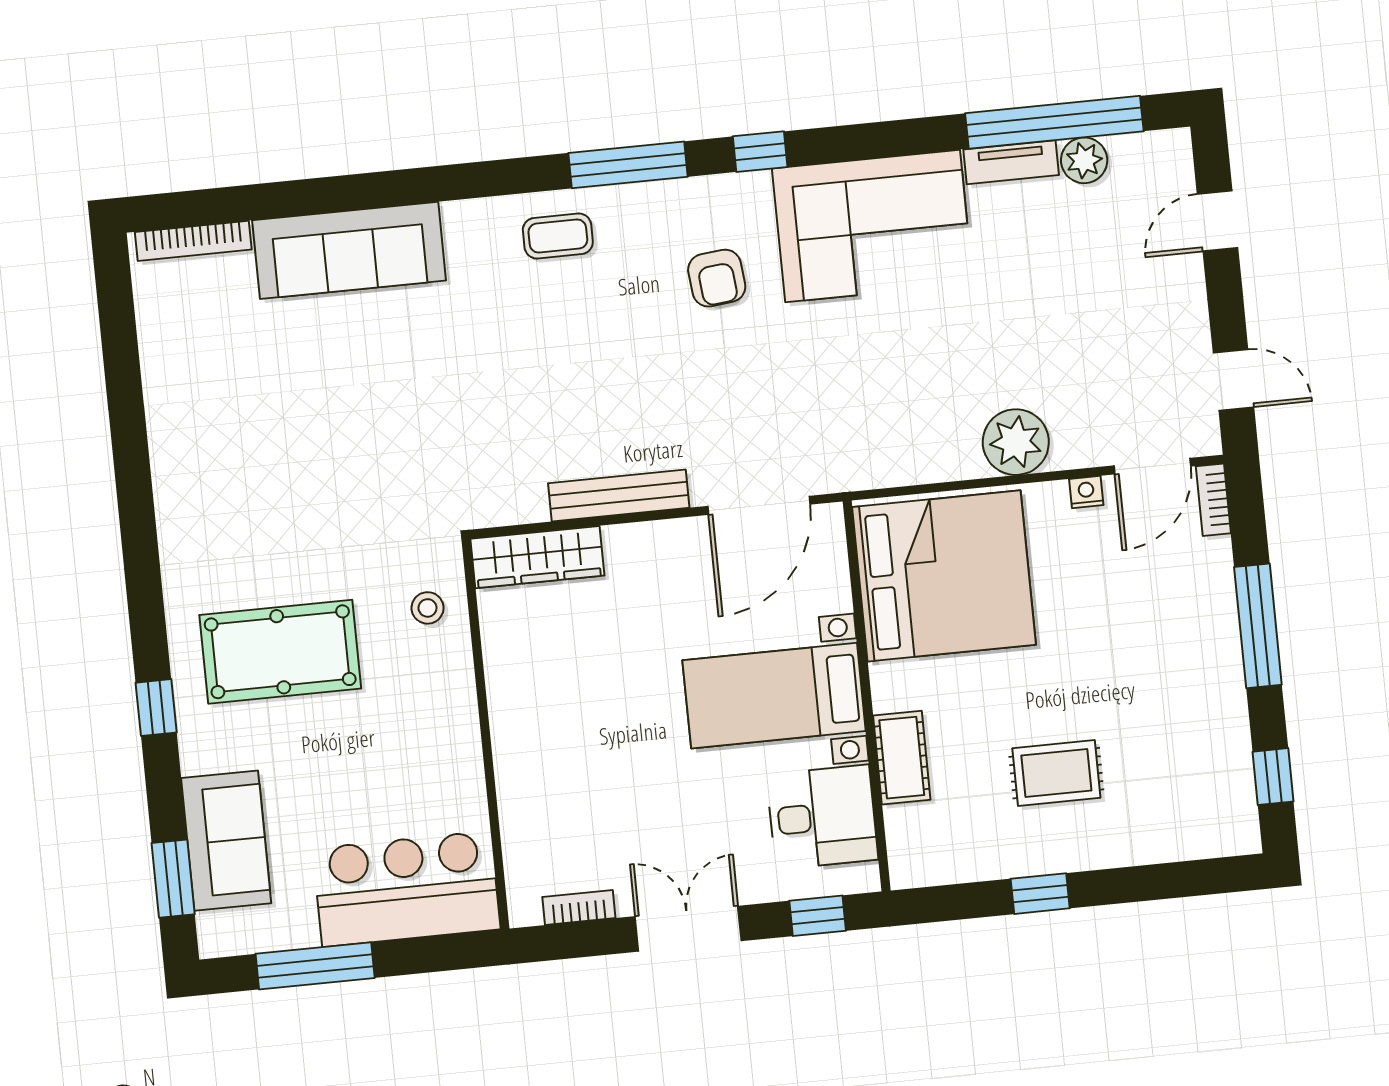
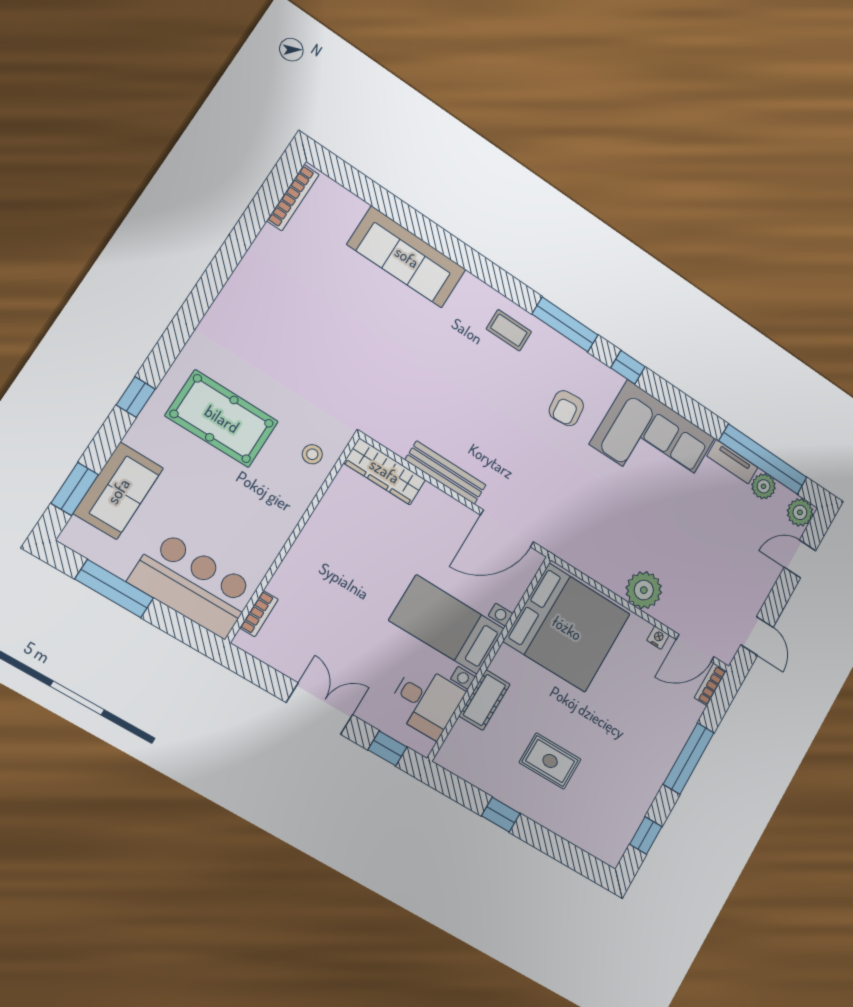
plant: (1168, 154) -> (800, 512), added
bookcase: (193, 241) -> (293, 198), moved, turned -90
bookcase: (579, 907) -> (259, 614), moved, turned 90

